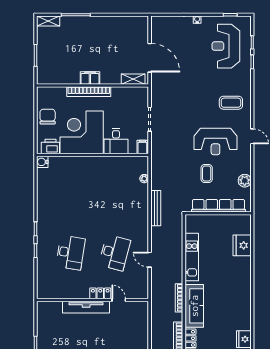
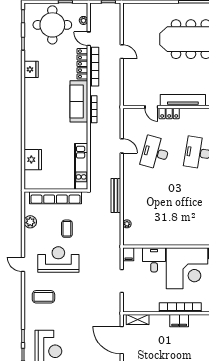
kitchen unit: (192, 257) -> (81, 166), moved

